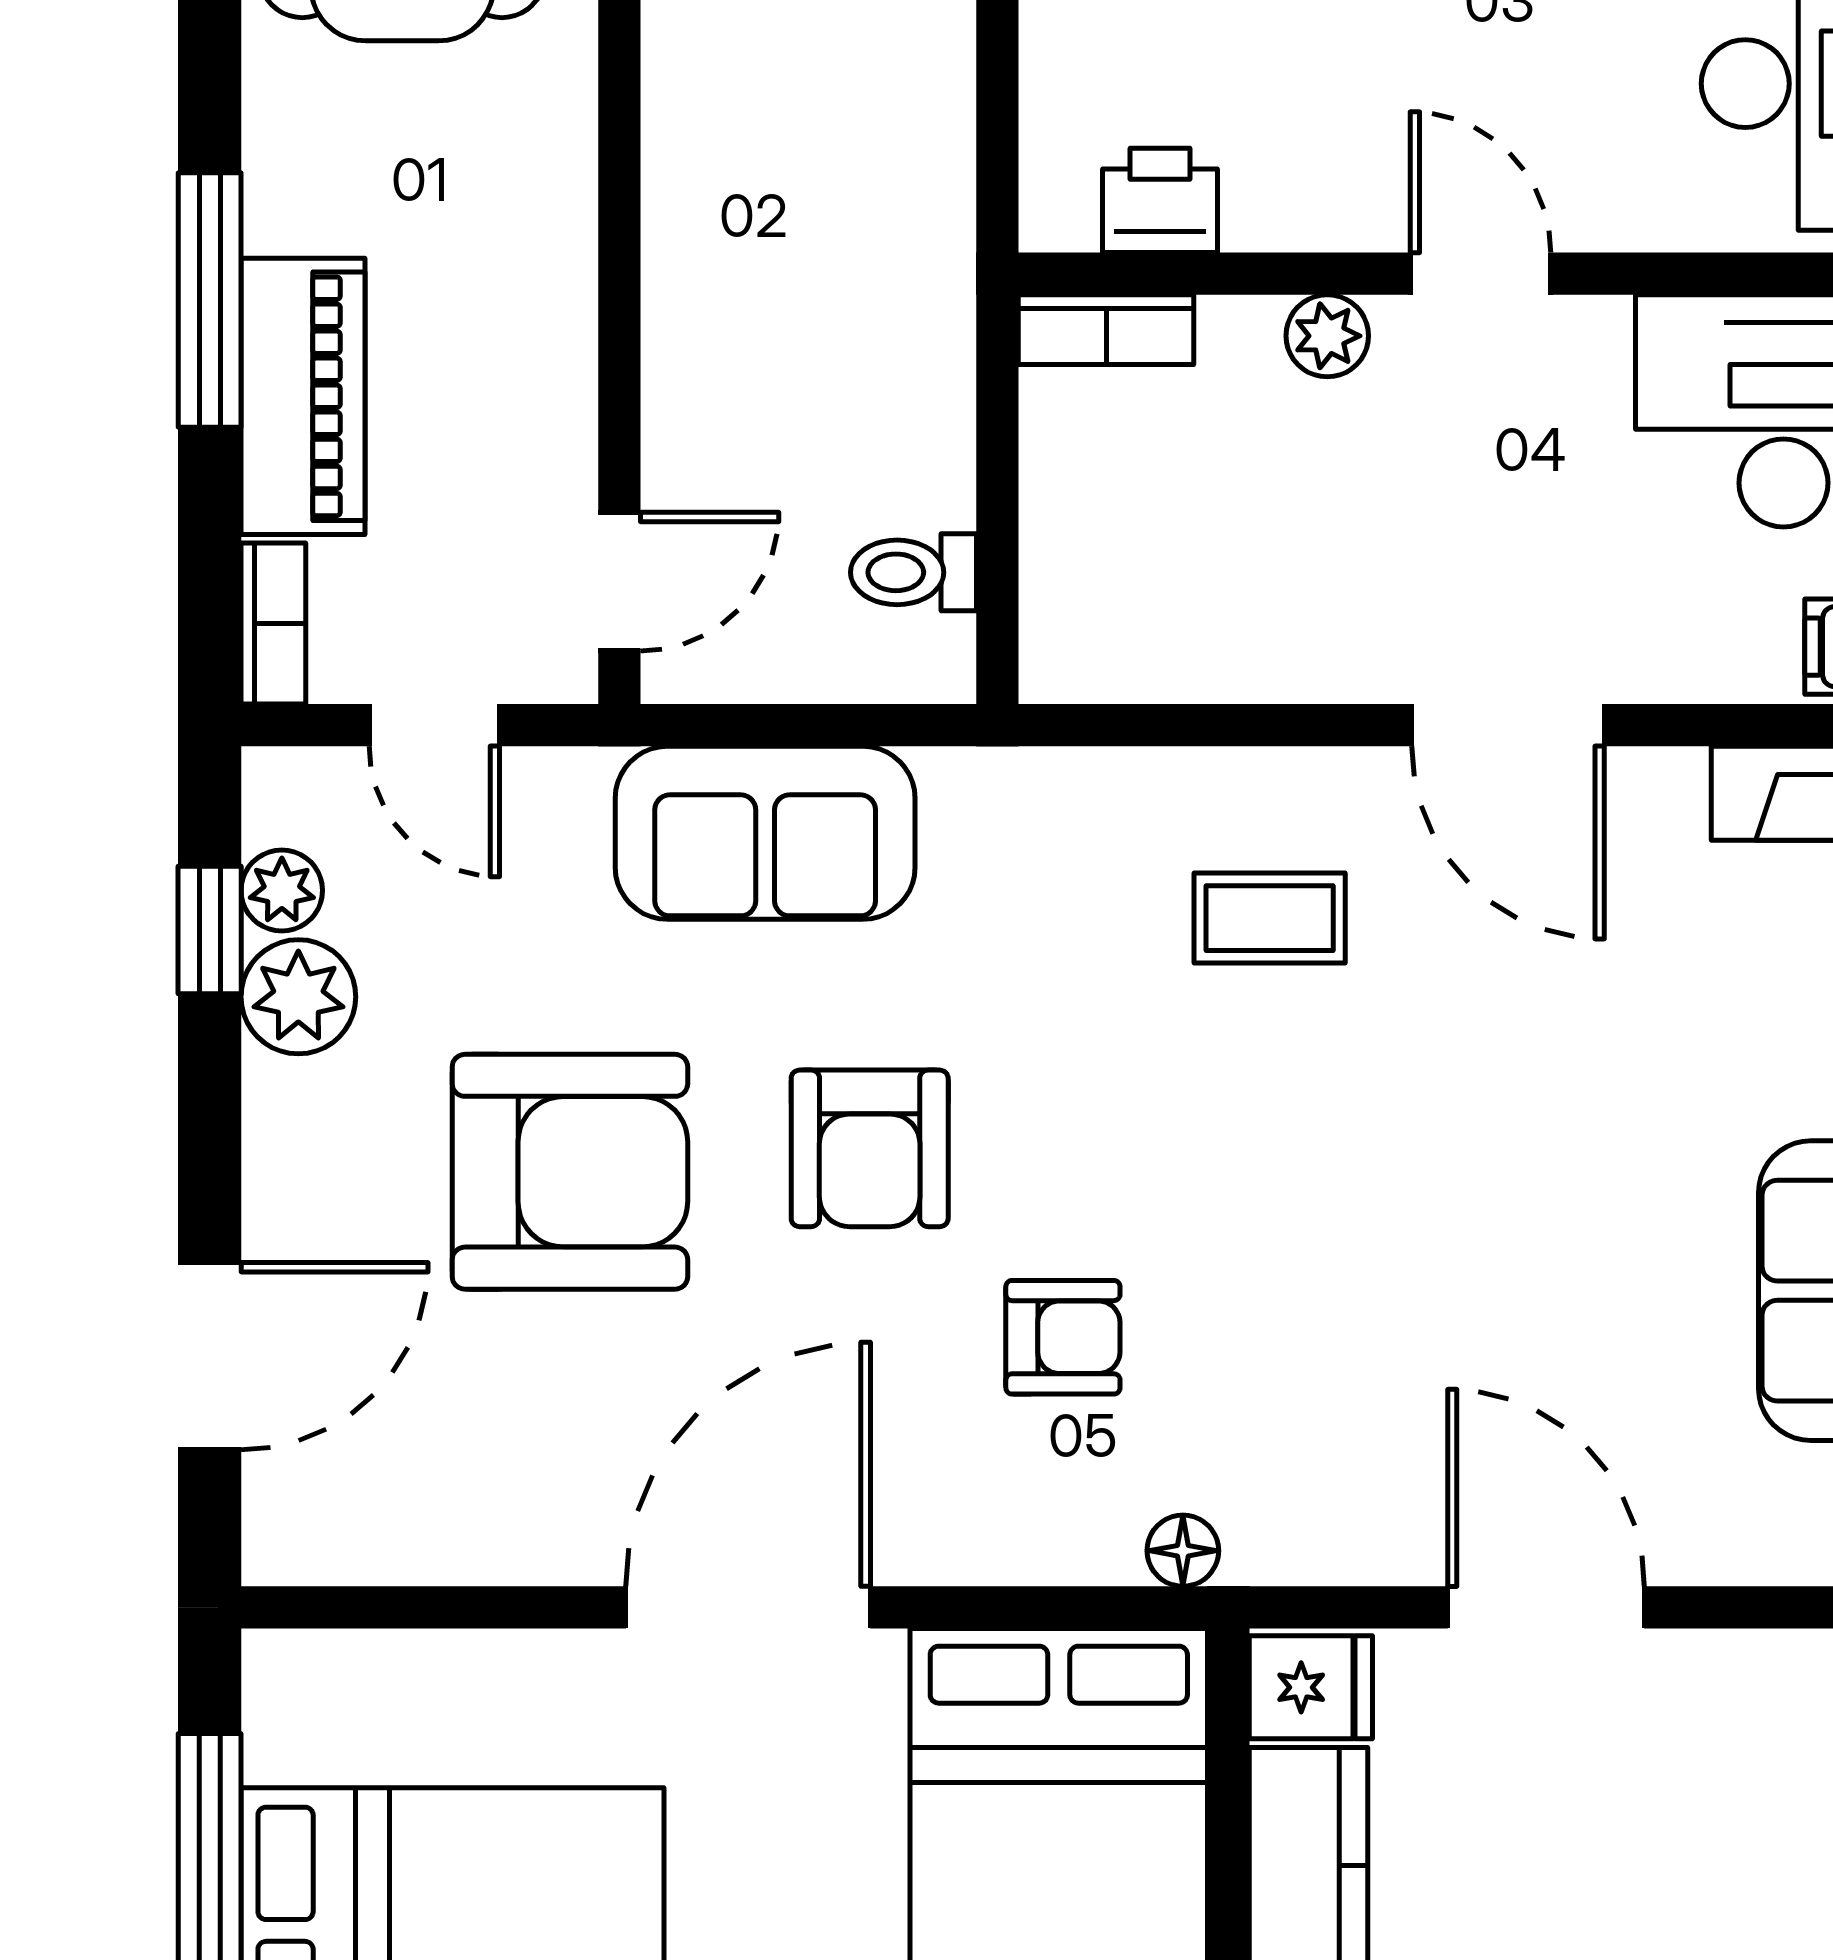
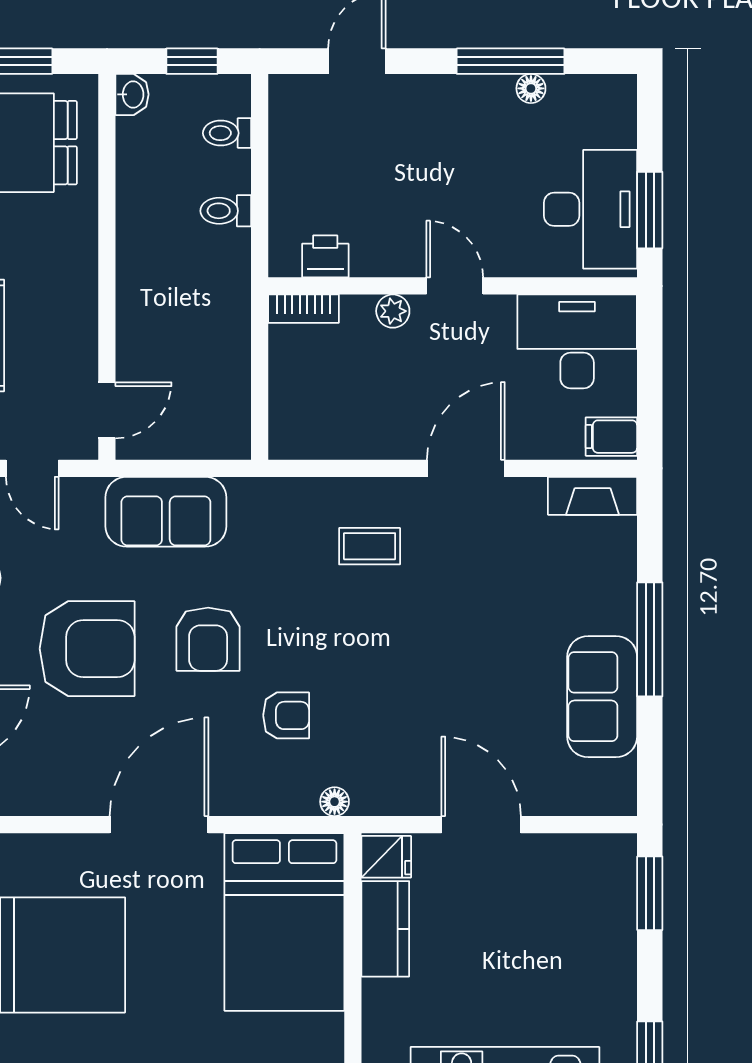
toilet: (913, 572) -> (226, 211), moved
door: (1508, 725) -> (466, 468), swing flipped

